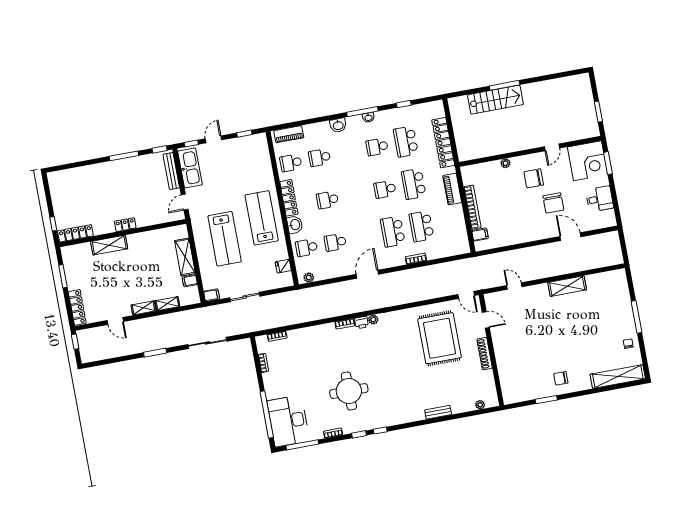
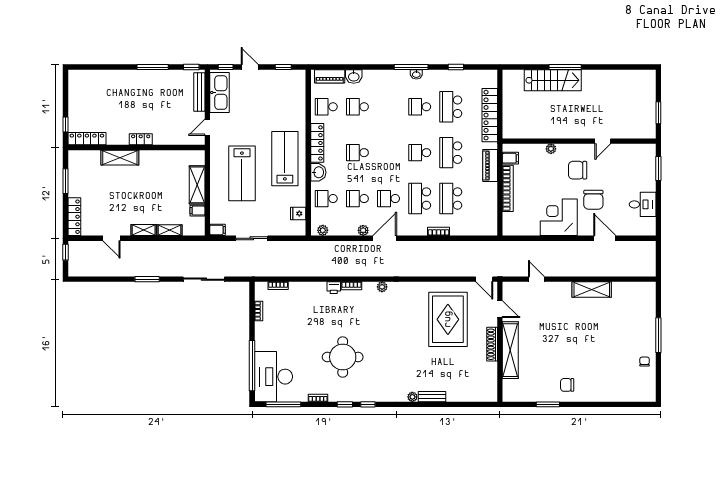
washbasin: (338, 125) -> (354, 76), moved
door: (213, 139) -> (250, 67), hinge flipped
corner desk: (588, 161) -> (559, 217), moved, turned 180
filing cabinet: (480, 235) -> (510, 158), moved
school desk: (364, 237) -> (389, 199), added
plant: (346, 271) -> (363, 230), added
printer: (362, 322) -> (334, 288), moved
shelving: (618, 376) -> (510, 350), moved, turned 90
plant: (480, 405) -> (412, 397), moved

